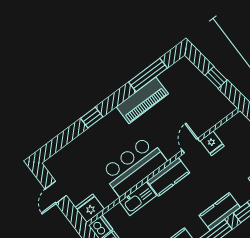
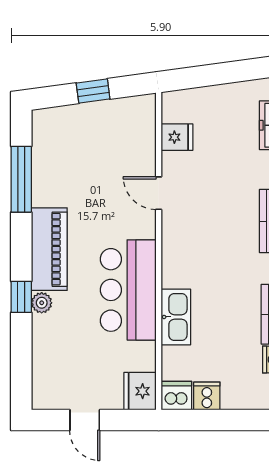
piano: (142, 100) -> (49, 249), moved
plant: (96, 129) -> (42, 303), added
fridge: (212, 143) -> (177, 137), moved
kitchen counter: (168, 177) -> (177, 254), removed

